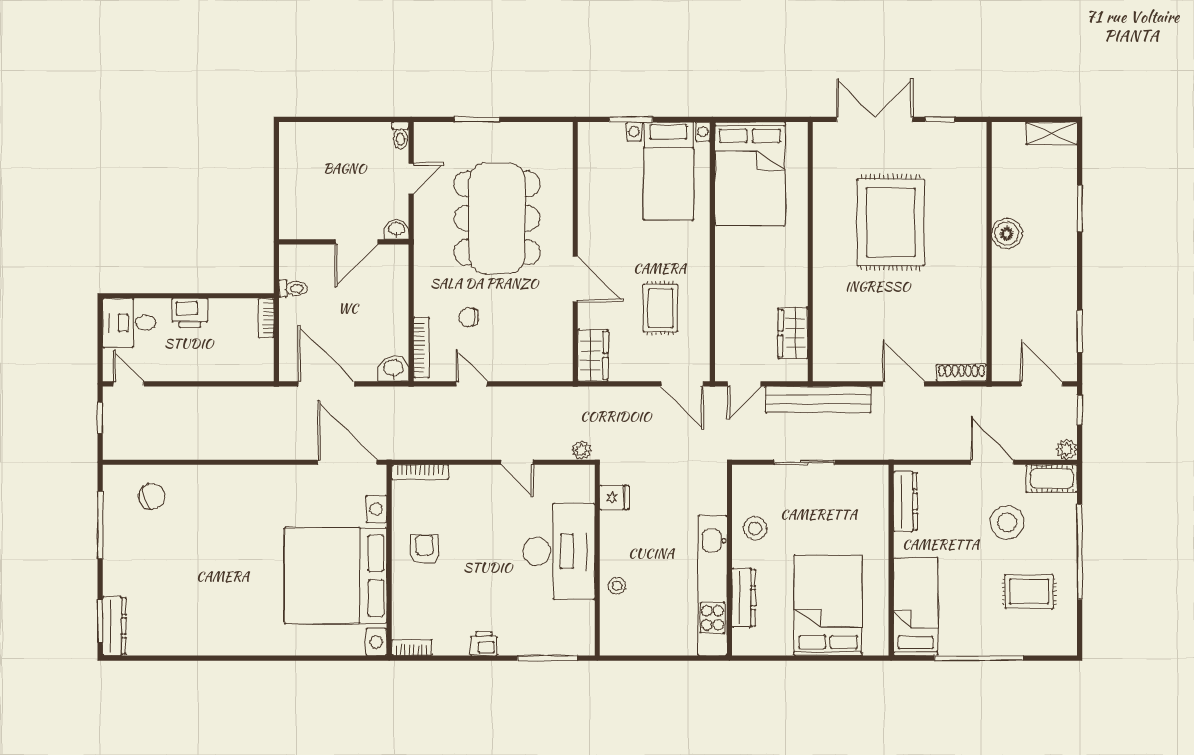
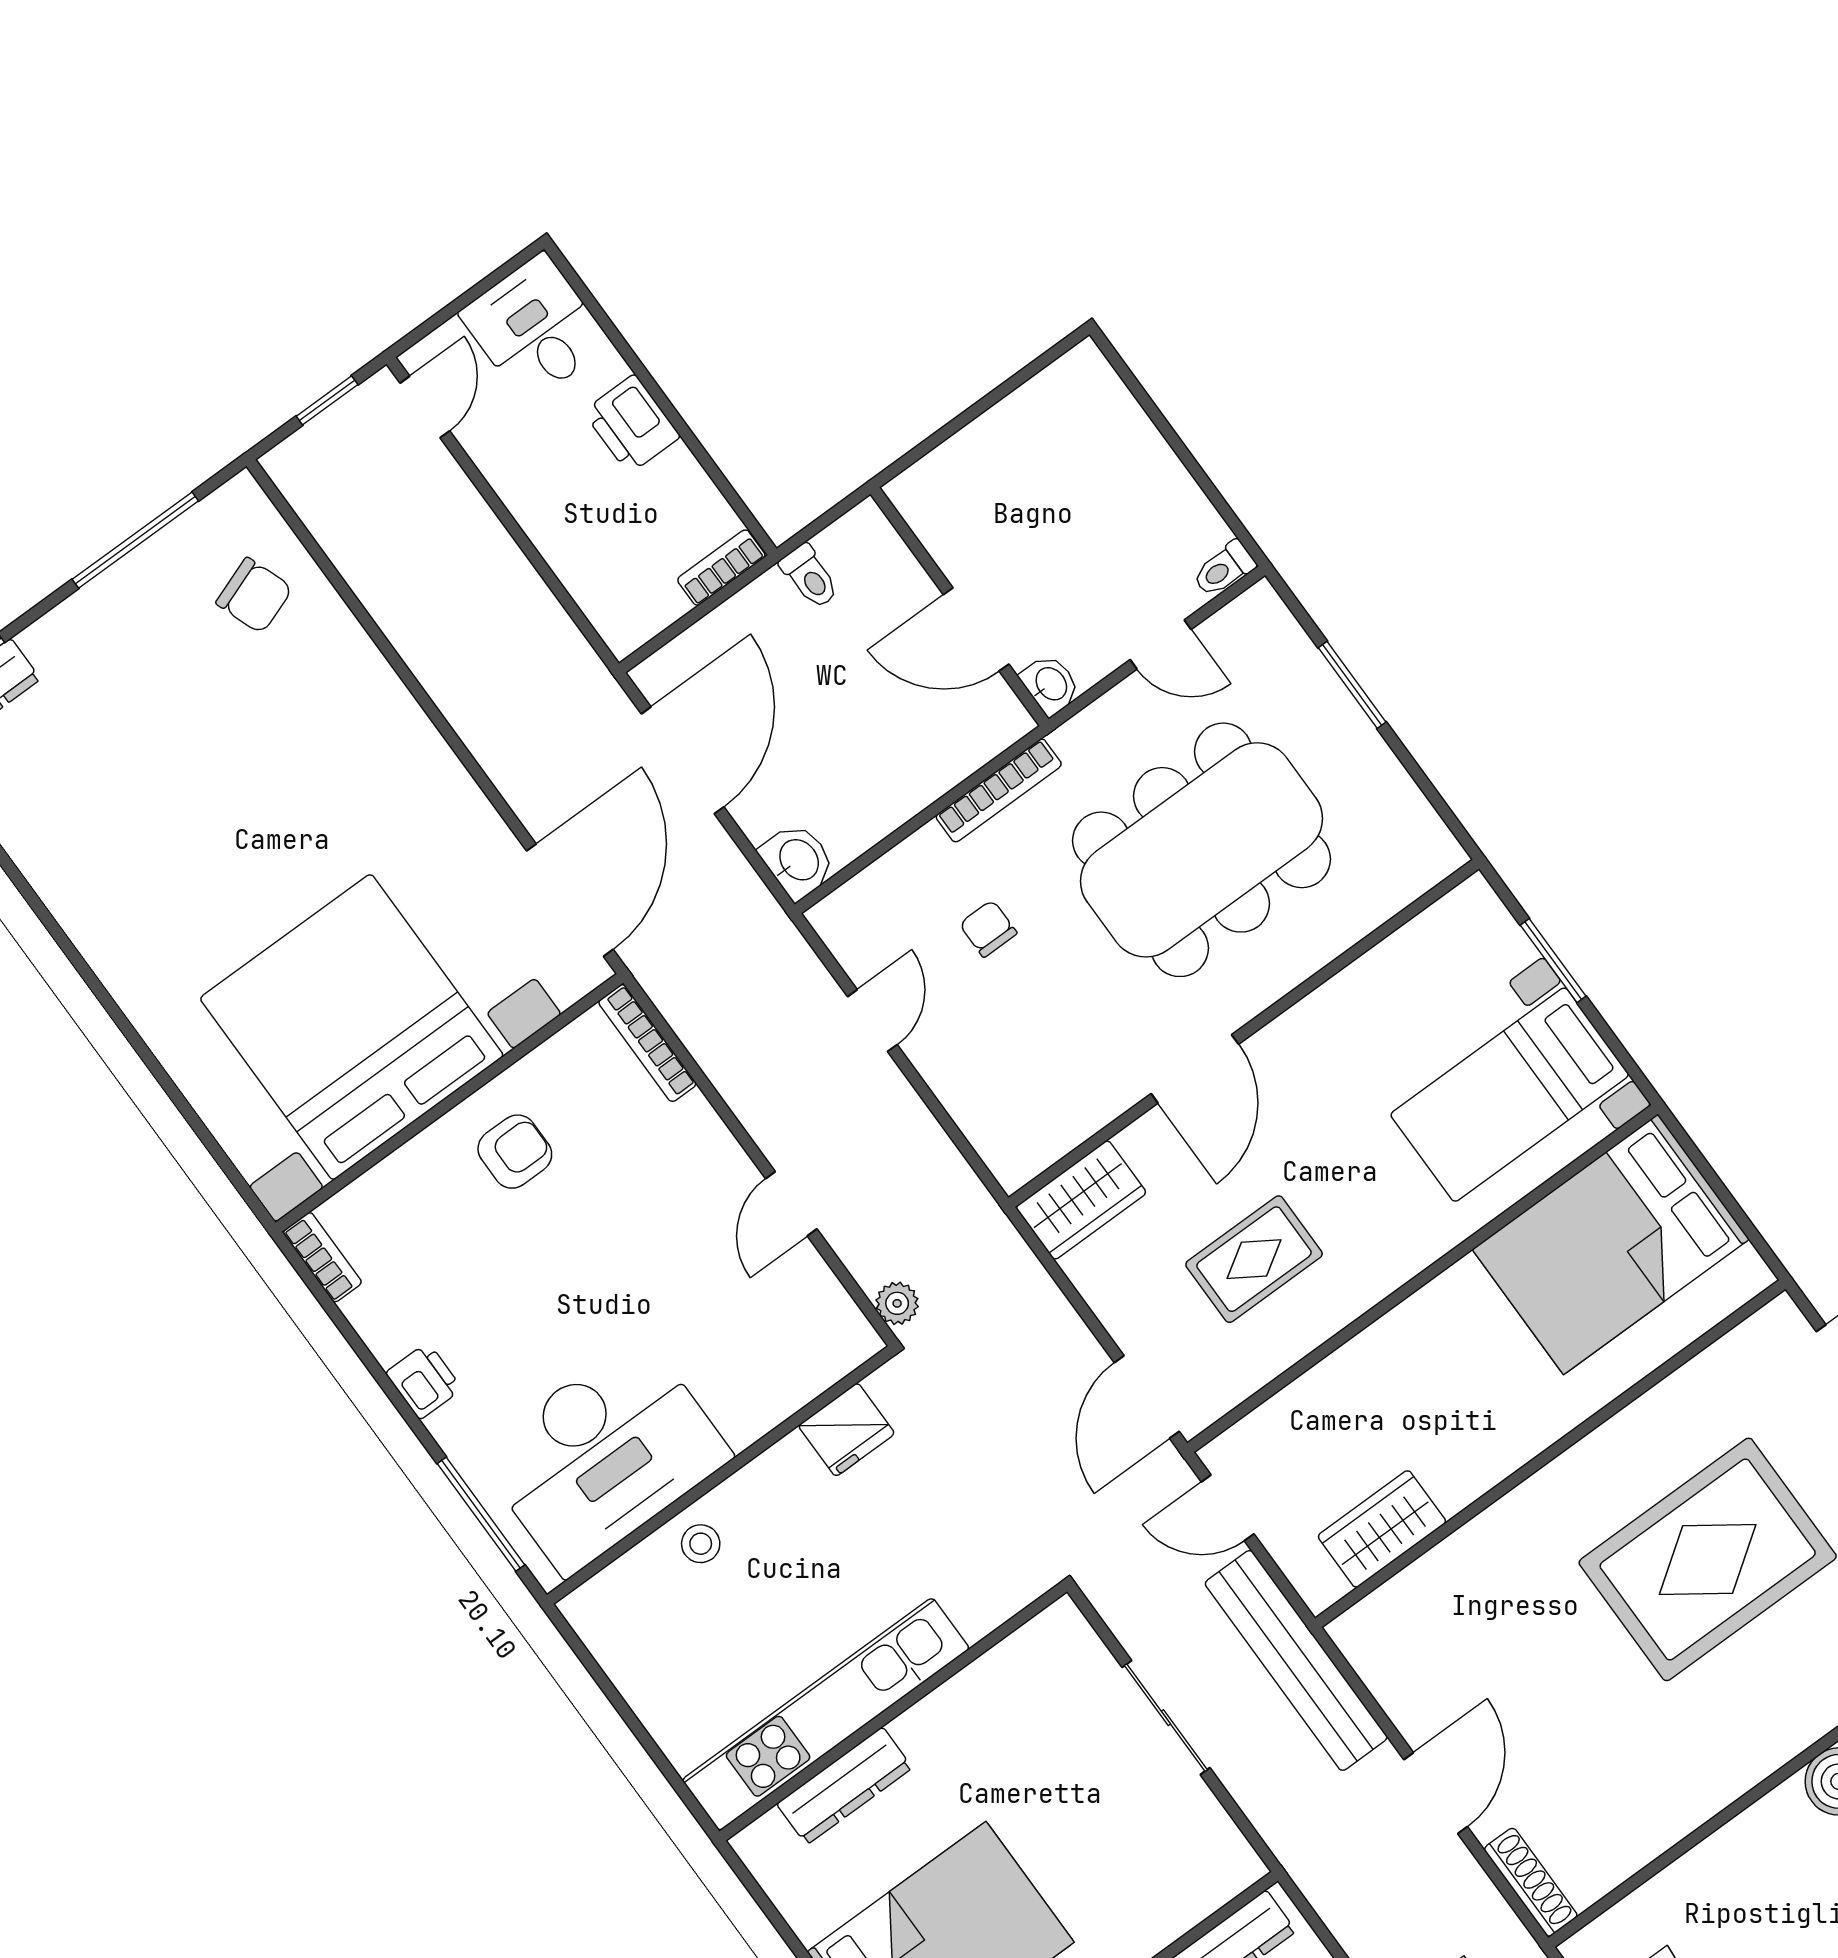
bookcase: (421, 348) -> (999, 790), moved
fridge: (614, 498) -> (847, 1430), width x1.38
stool: (755, 528) -> (984, 1716), removed
desk: (559, 551) -> (604, 1455), moved

